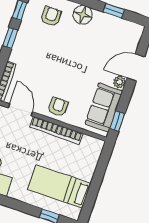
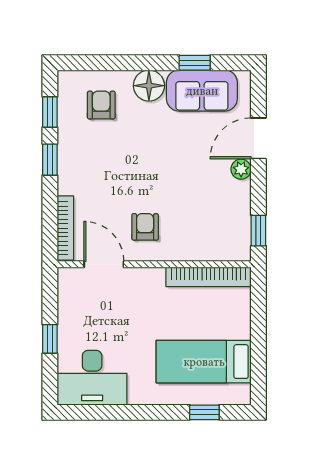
armchair: (58, 107) -> (145, 227), moved
sofa: (104, 107) -> (202, 91), moved, turned -90
bookcase: (56, 130) -> (208, 277), moved

